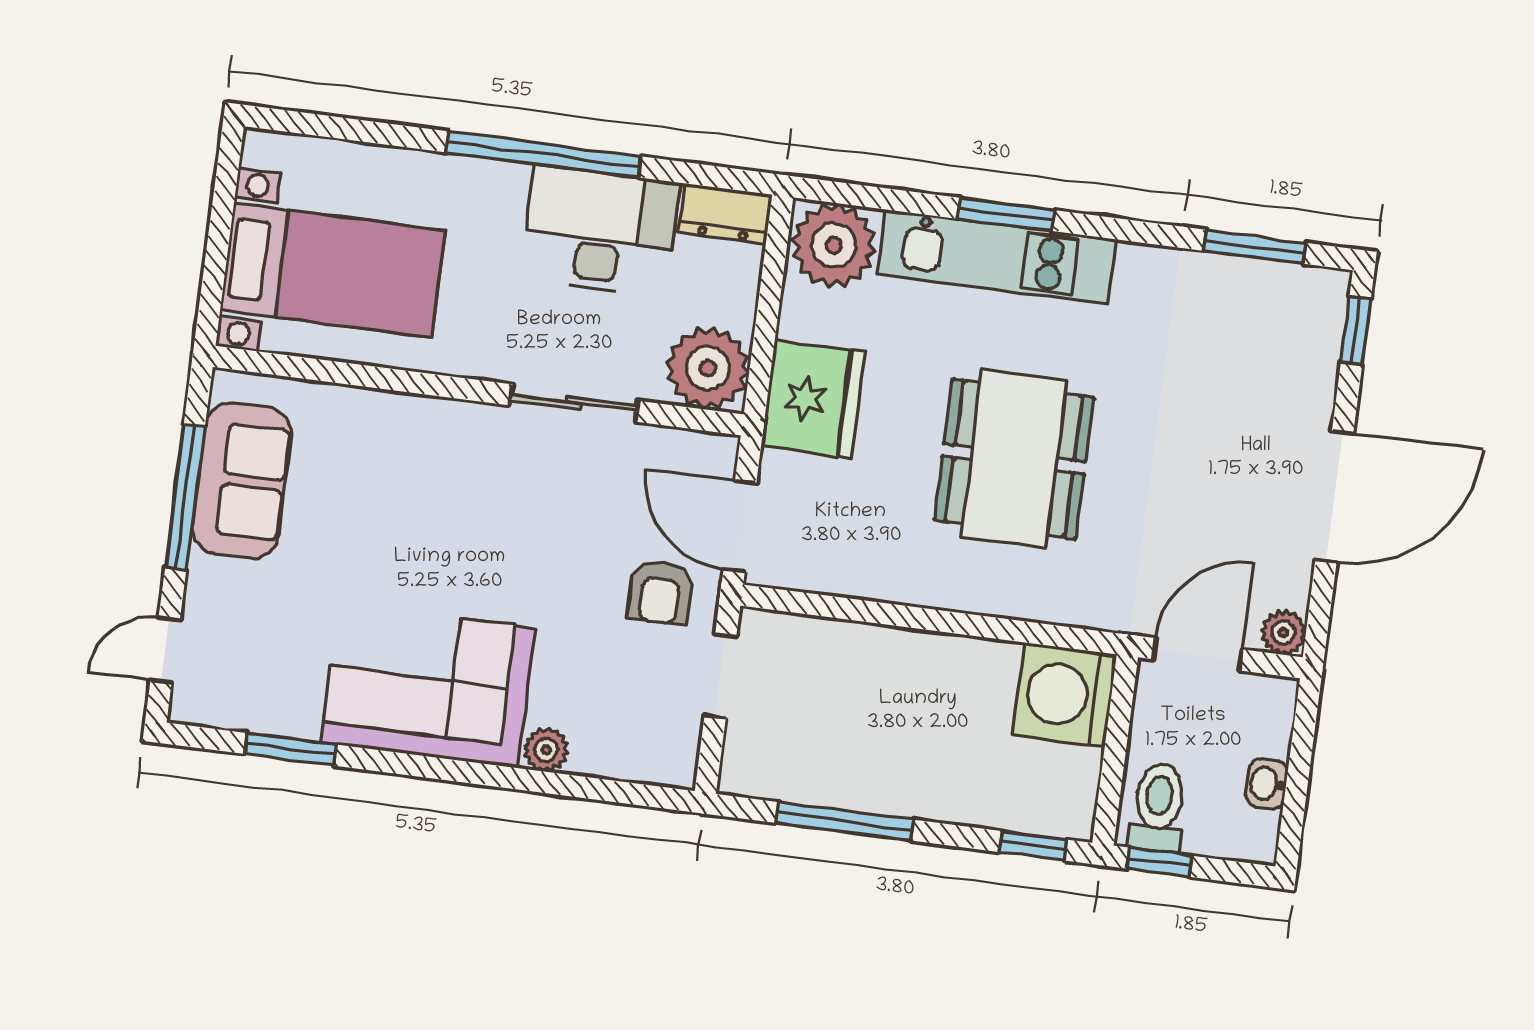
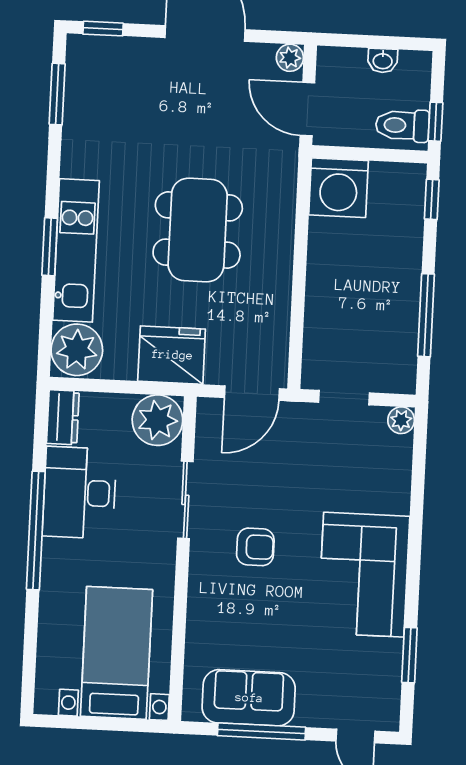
dining table: (1014, 459) -> (198, 230), turned 90
armchair: (660, 592) -> (255, 547), moved
plant: (546, 750) -> (401, 420), moved

